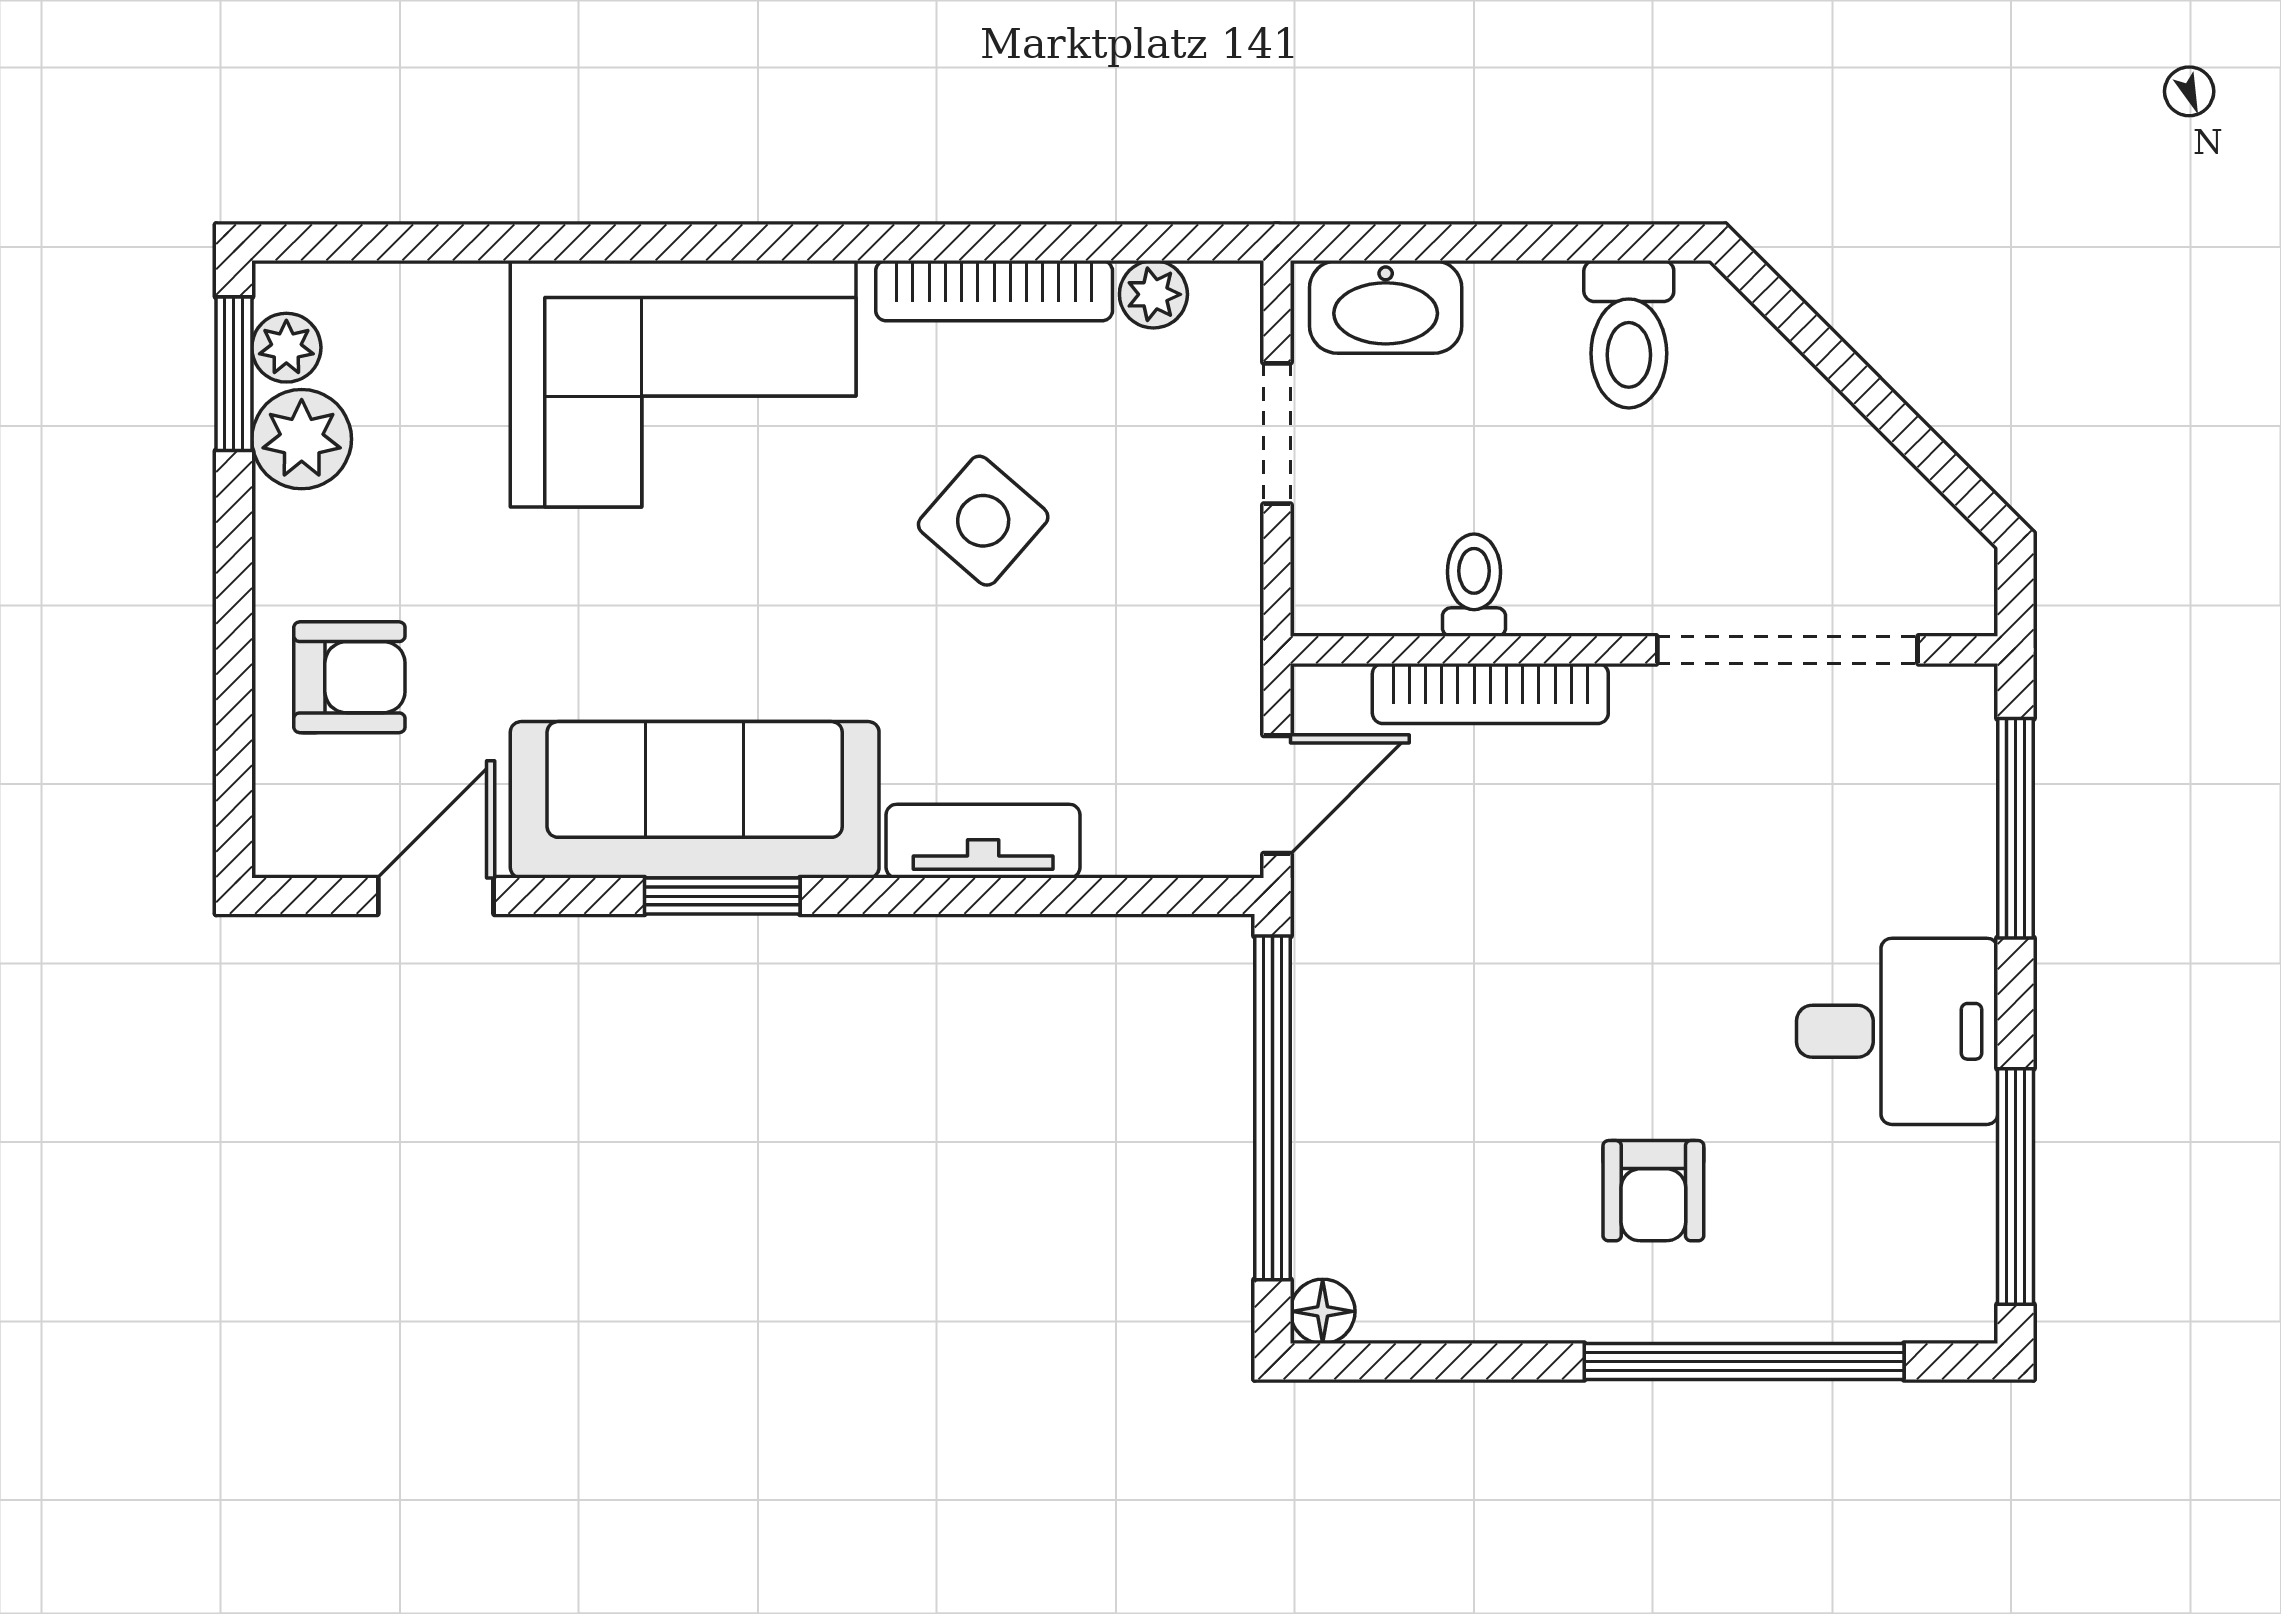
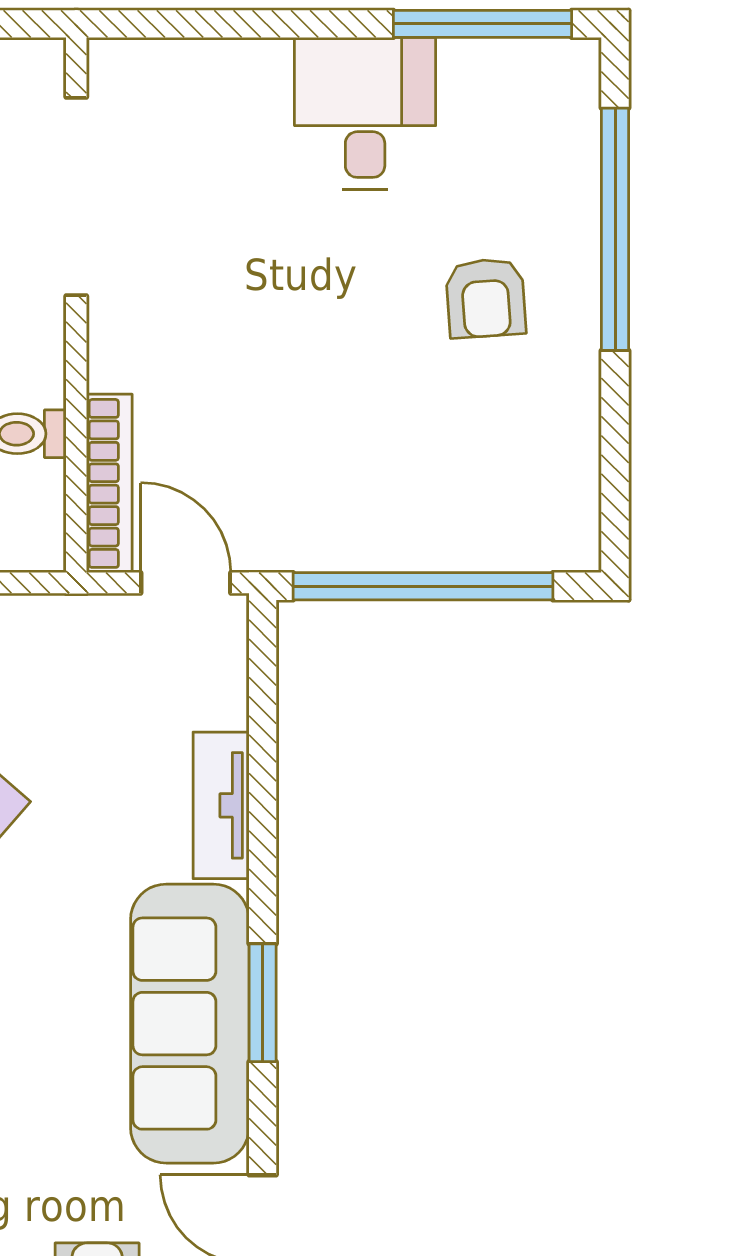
bookcase: (1490, 693) -> (109, 483), moved
window: (2016, 828) -> (211, 24), removed
armchair: (1653, 1191) -> (486, 298), turned 86
floor lamp: (1323, 1311) -> (577, 548), removed

